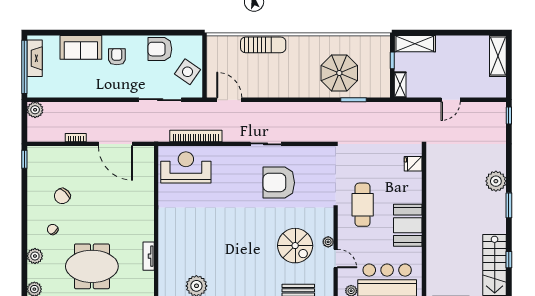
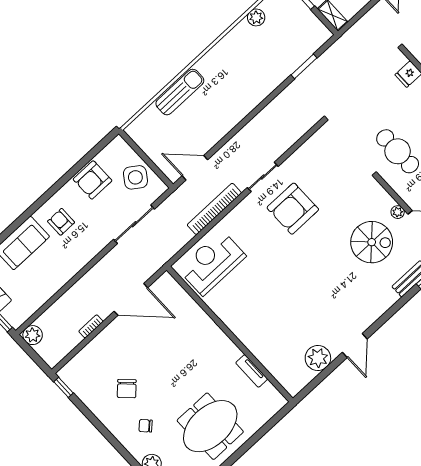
plant: (352, 43) -> (256, 17), added
parasol: (339, 73) -> (270, 55), removed
bookcase: (196, 136) -> (214, 209), moved
armchair: (279, 183) -> (293, 209), moved

